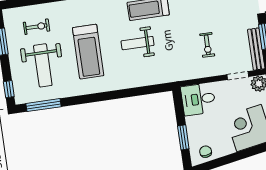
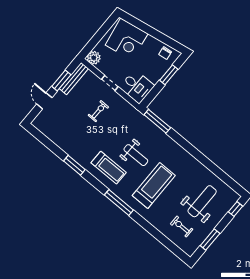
treadmill: (88, 52) -> (154, 185), moved
doorway: (238, 76) -> (110, 83), moved
window: (44, 105) -> (157, 121), moved

